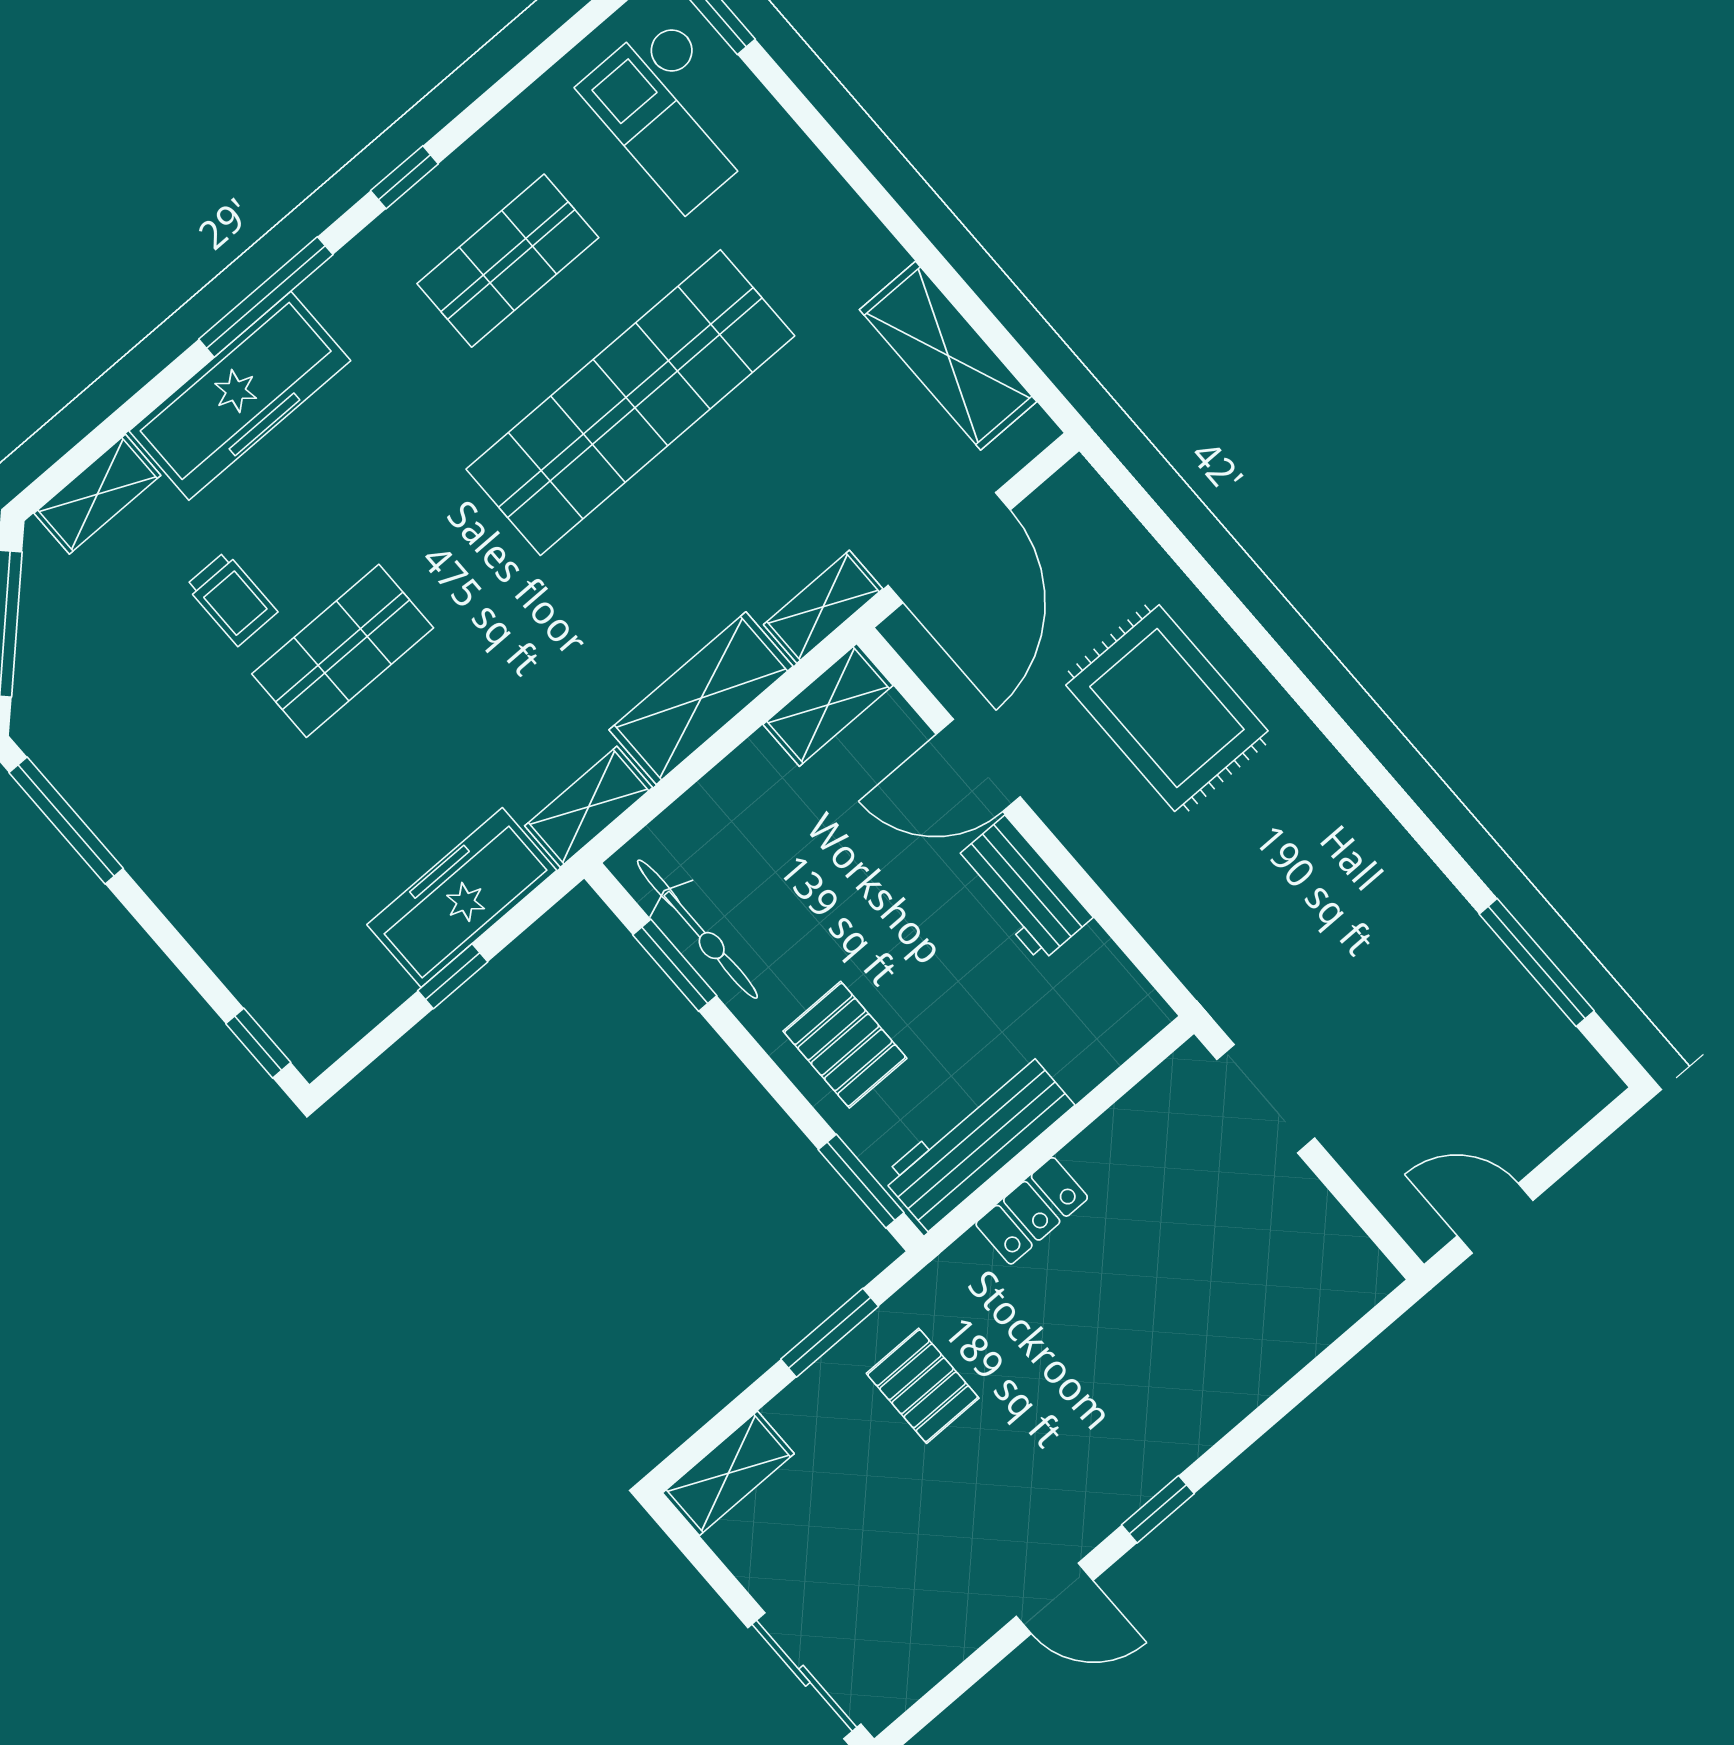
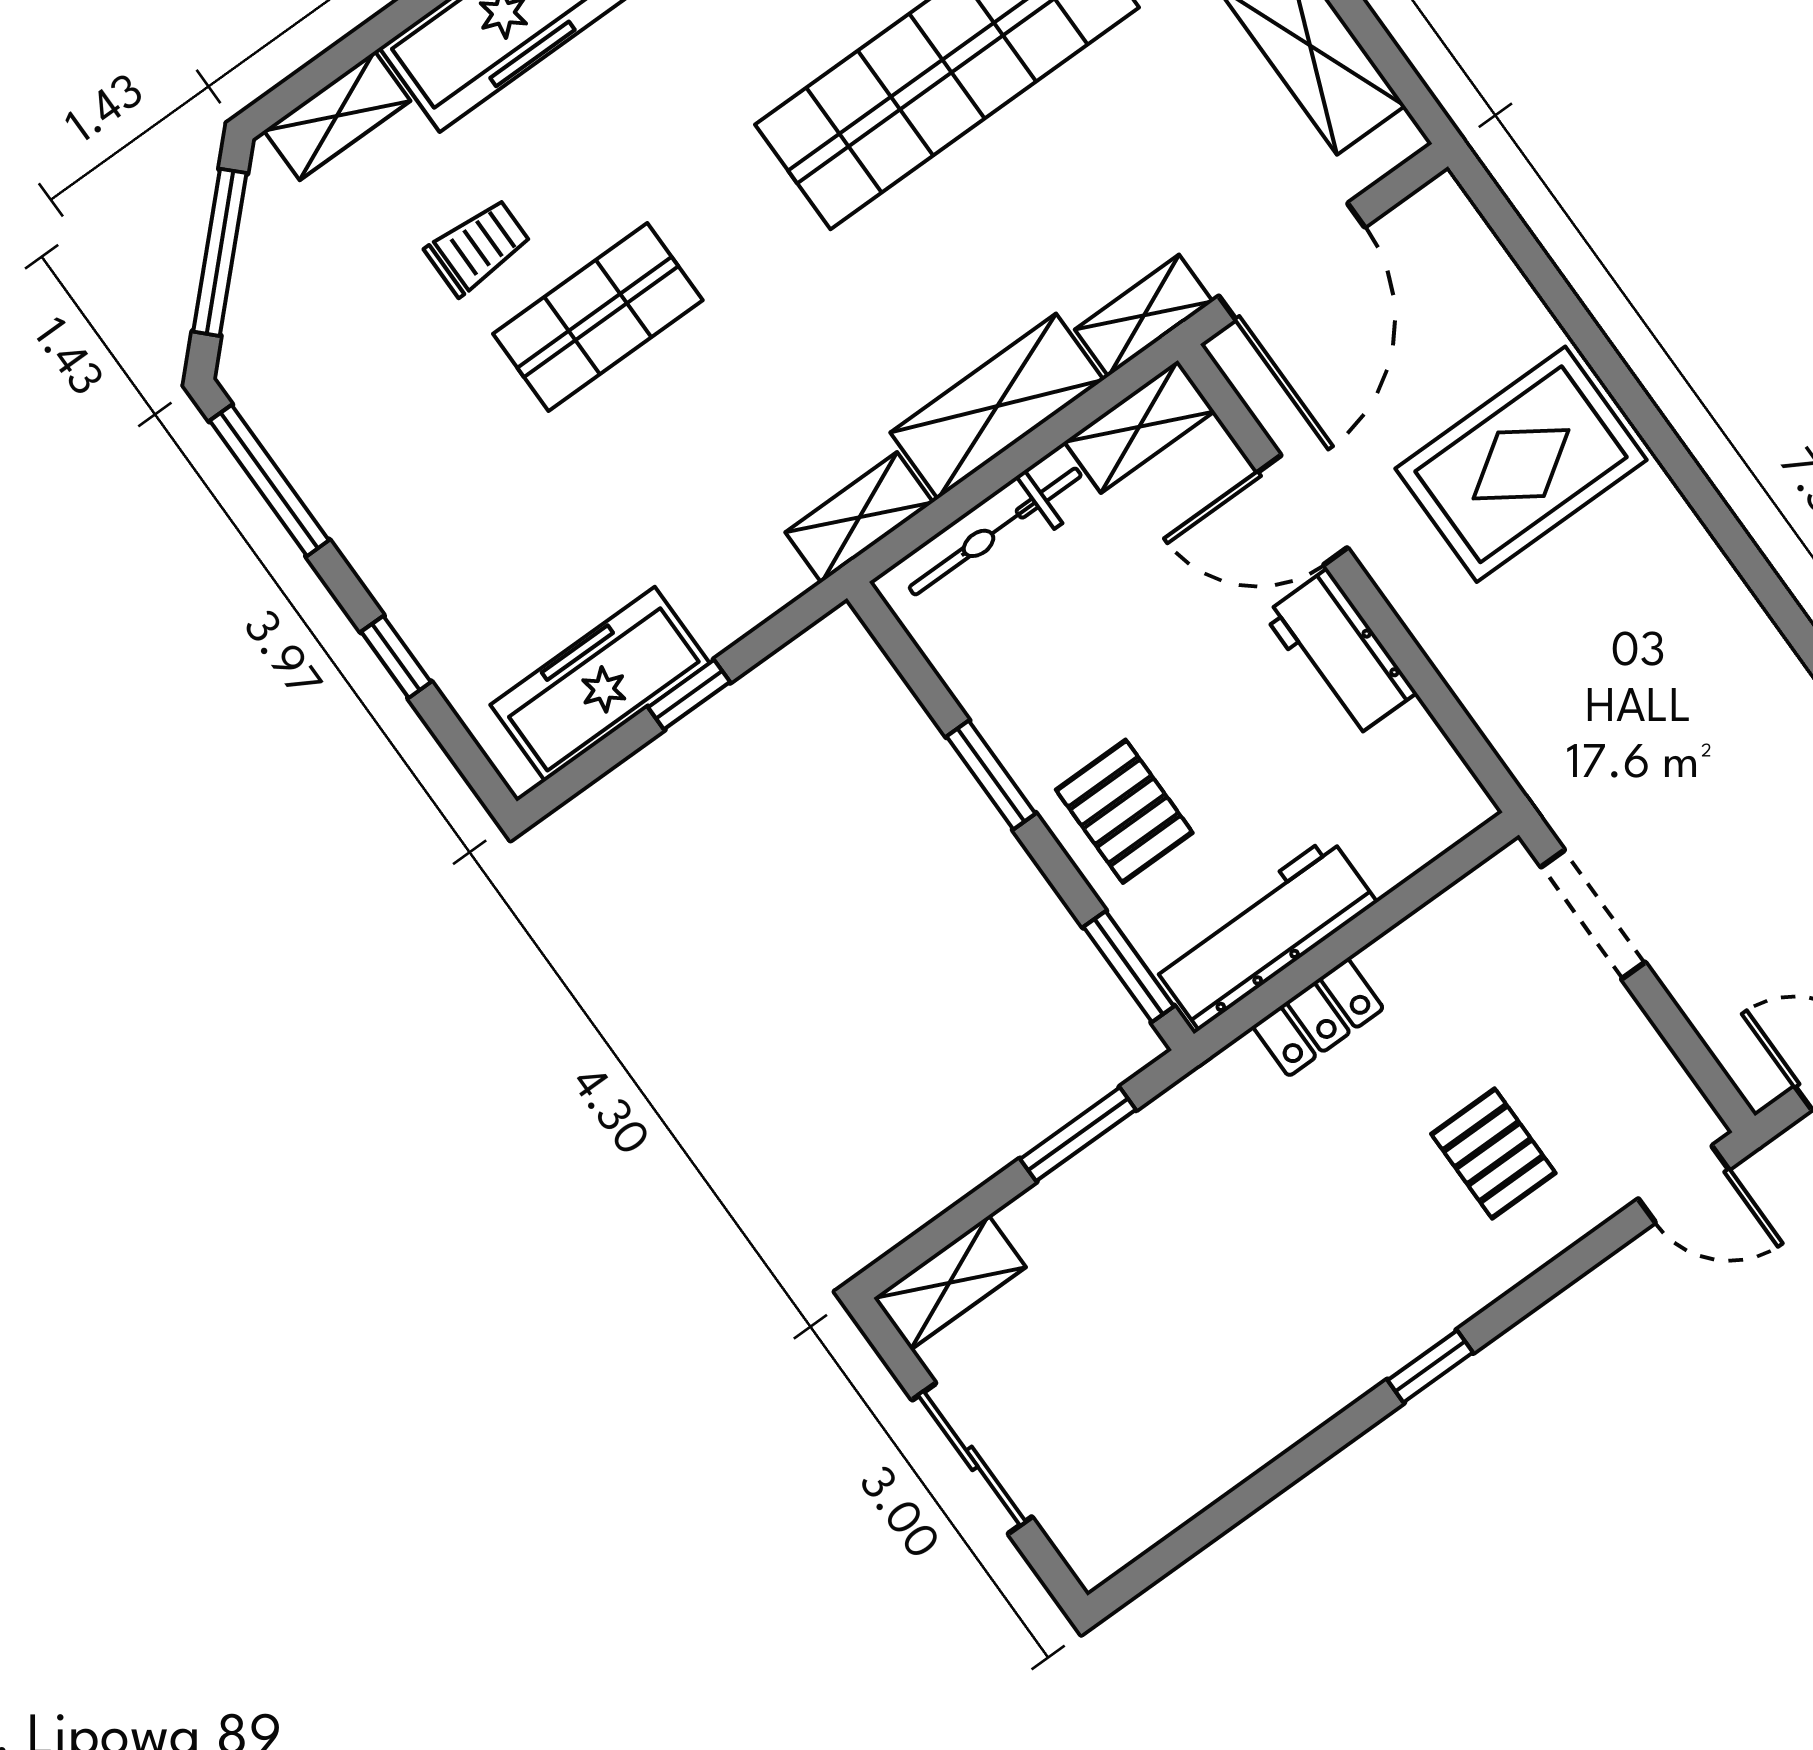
trolley: (232, 599) -> (478, 247), turned -90
rug: (1167, 708) -> (1521, 464), turned 90
freezer: (462, 898) -> (600, 684), moved
bicycle: (697, 929) -> (995, 531), moved, turned 90
window: (675, 965) -> (991, 775), moved
window: (258, 1043) -> (396, 657), moved
pallet: (923, 1386) -> (1493, 1153), moved
door: (1055, 1598) -> (1684, 1184), moved
sliding door: (804, 1676) -> (972, 1458), moved

